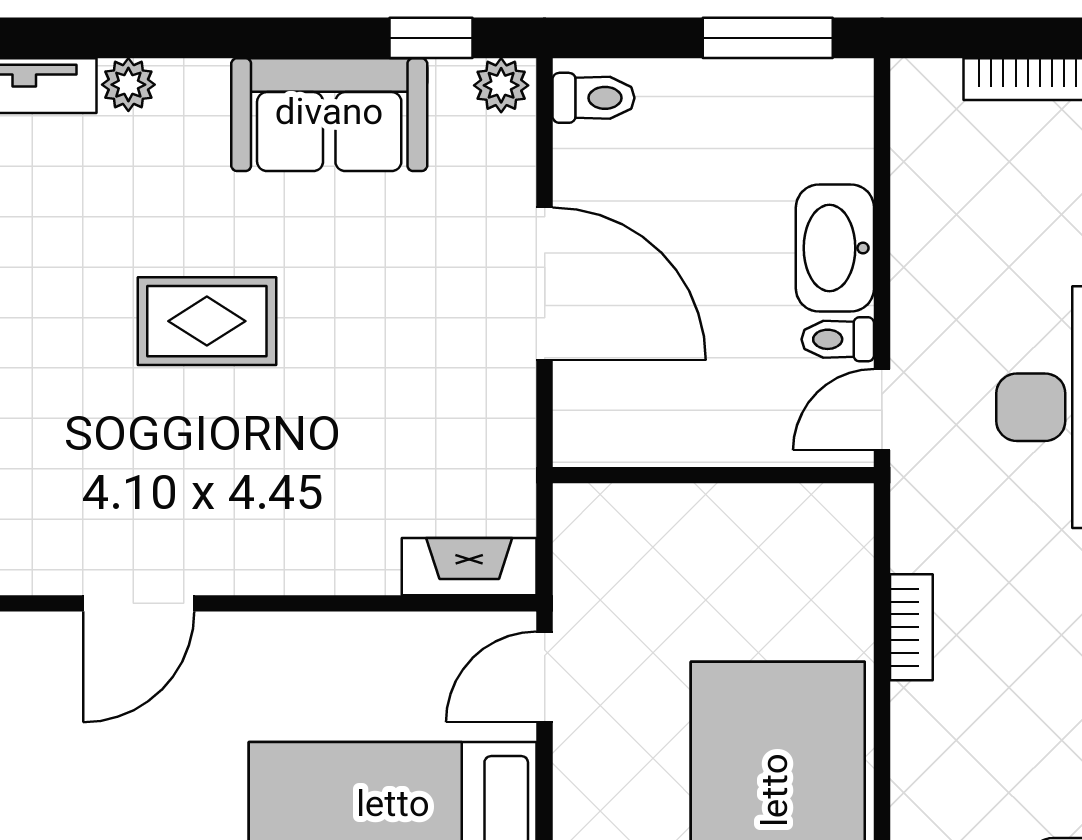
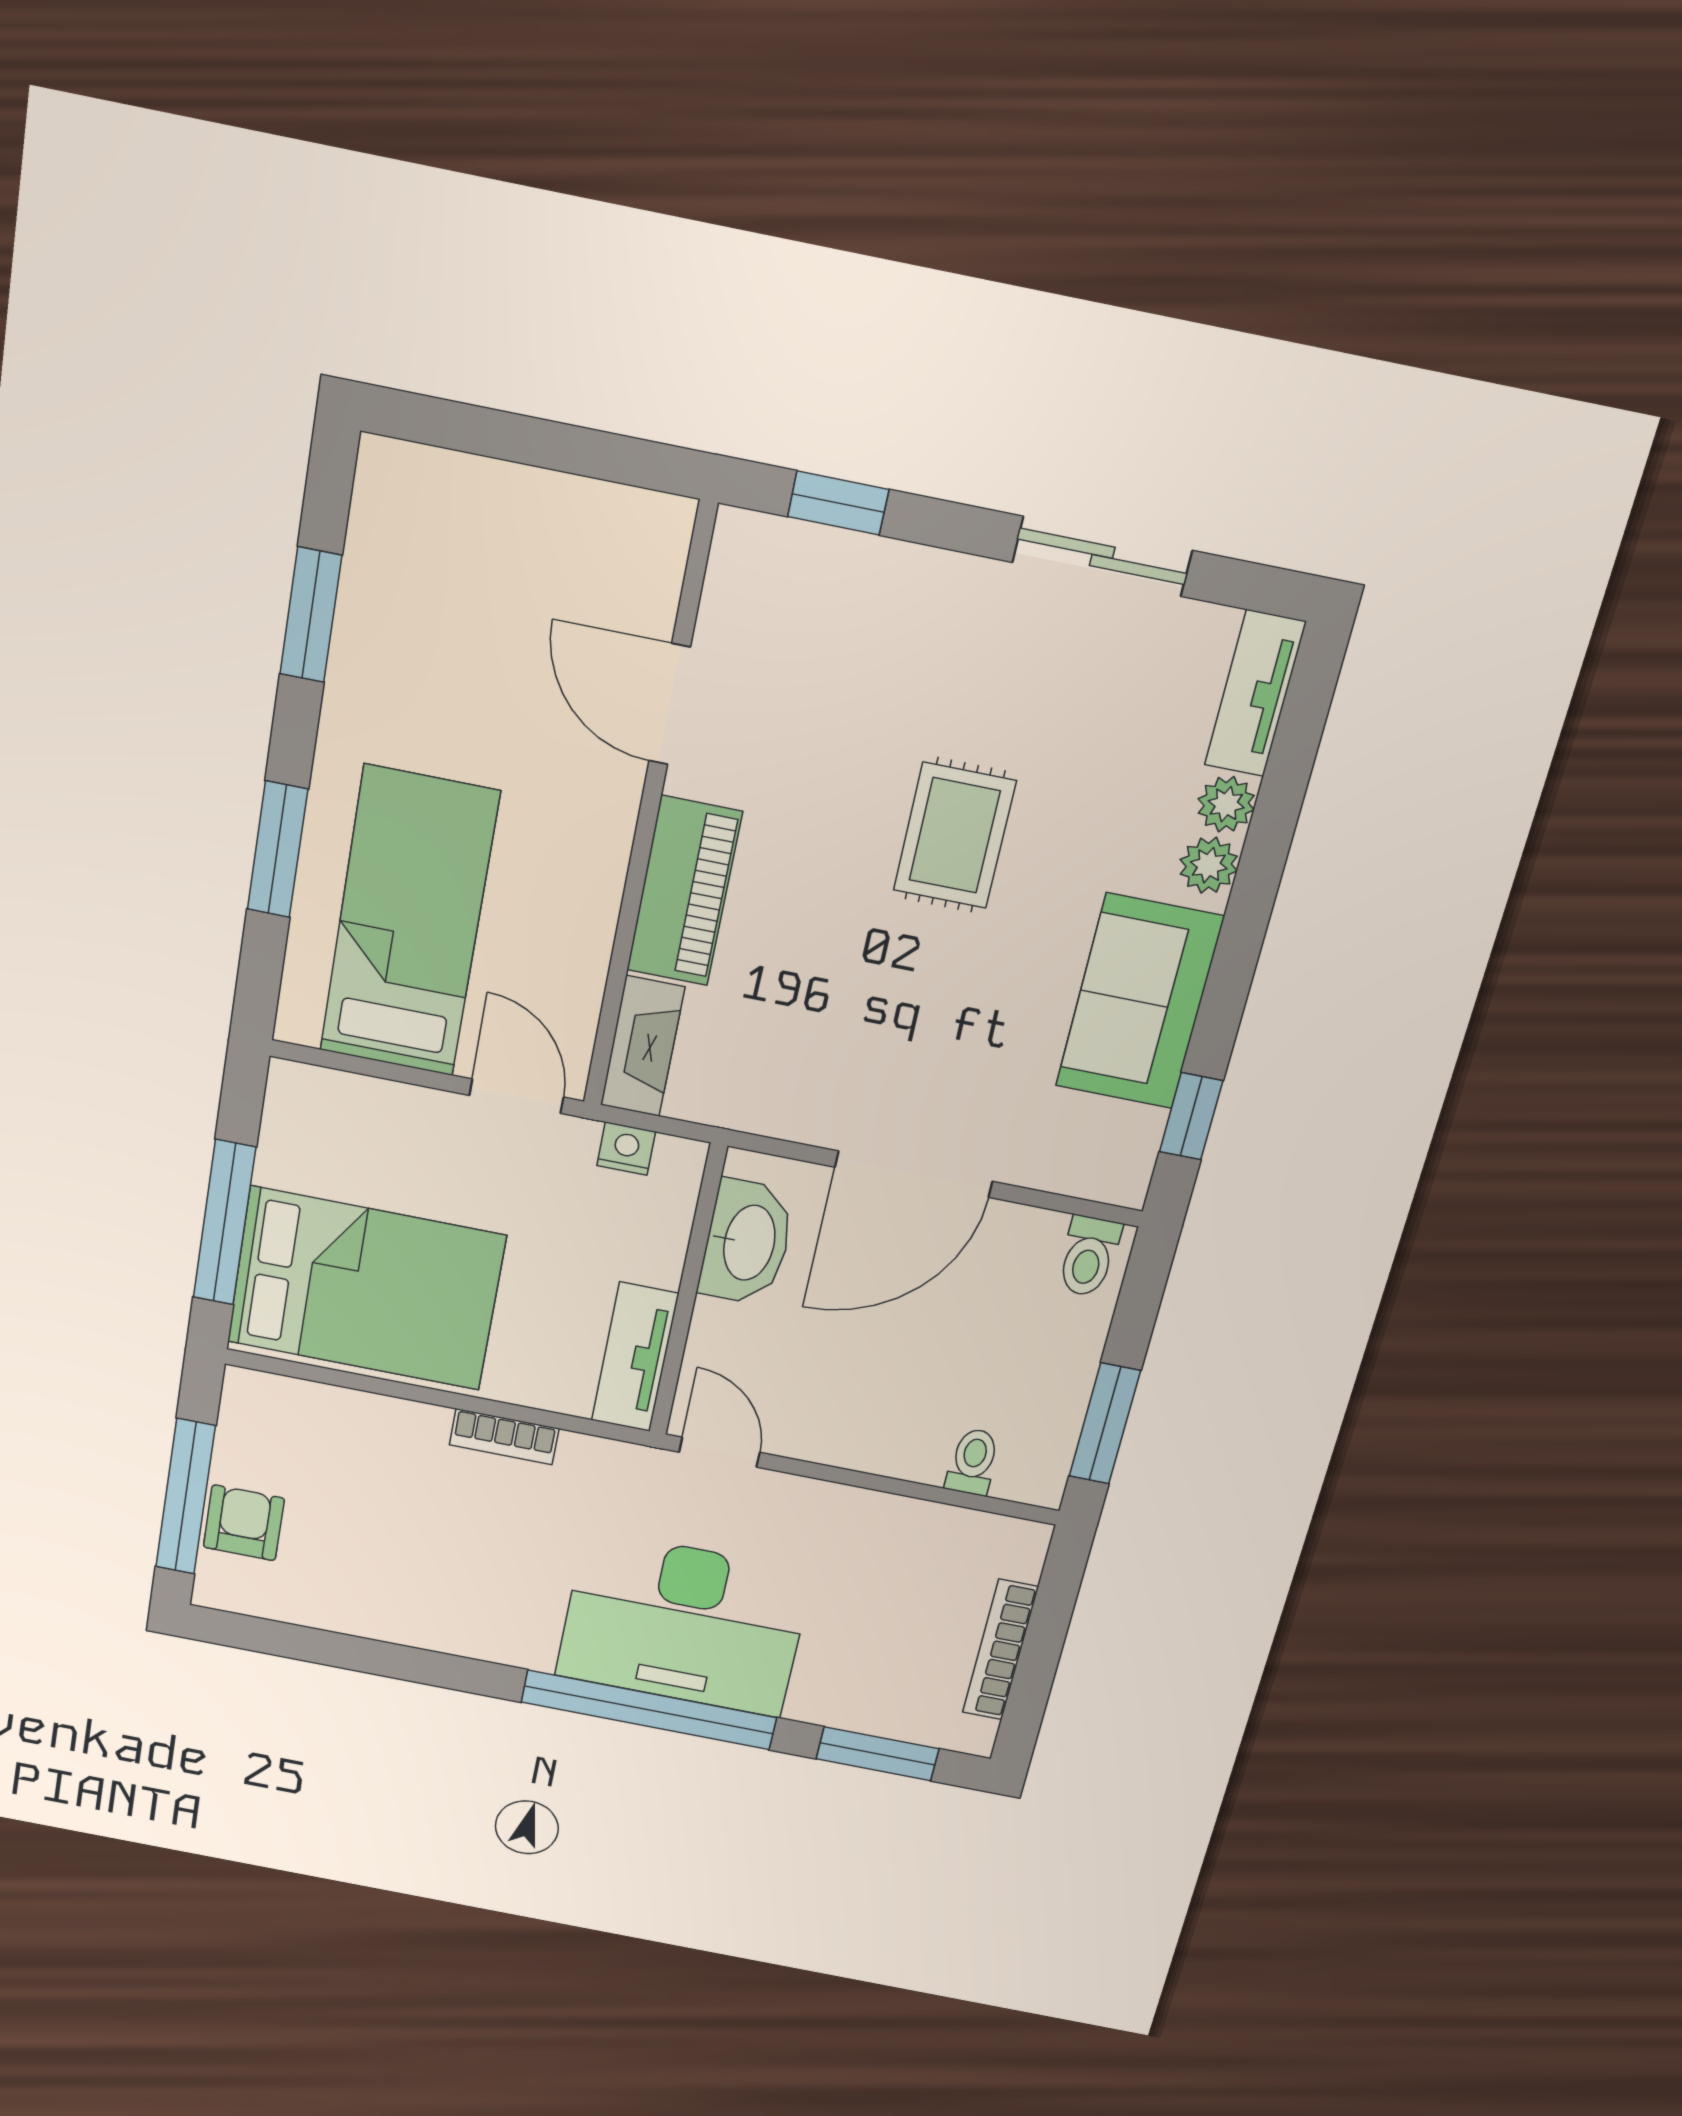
plant: (501, 85) -> (1209, 865), moved
washbasin: (835, 248) -> (747, 1242), moved, turned 90
toilet: (838, 339) -> (973, 1462), moved
tv unit: (795, 513) -> (635, 1357), added
piano: (310, 557) -> (684, 891), added
nightstand: (576, 563) -> (626, 1149), added

